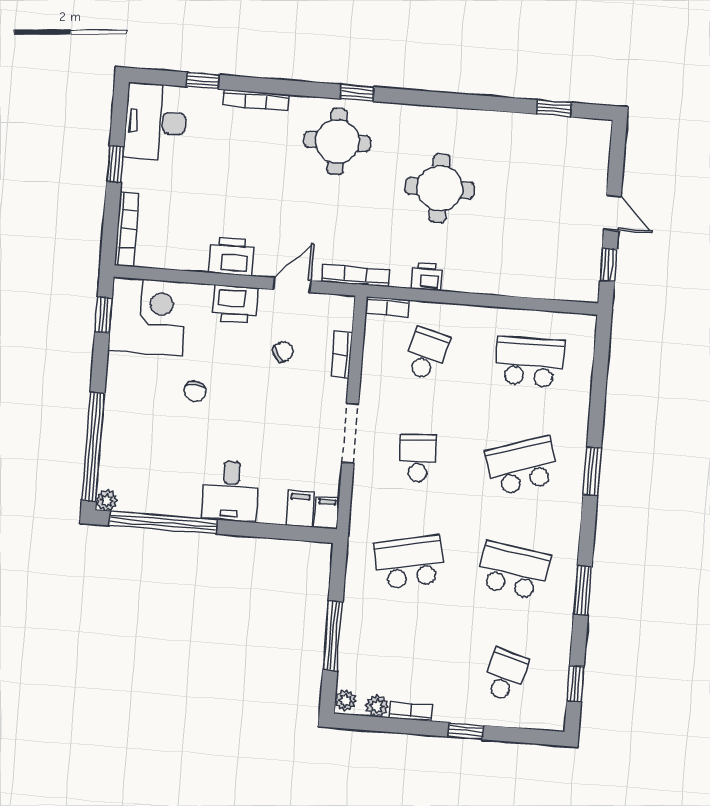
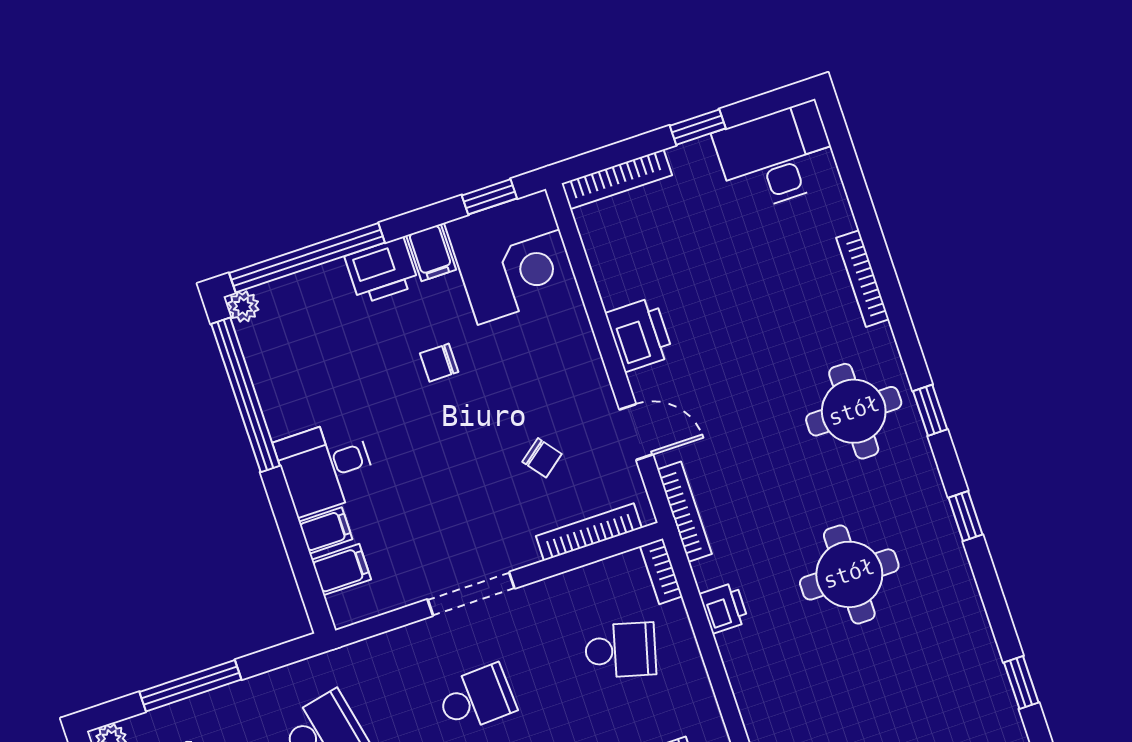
window: (203, 81) -> (966, 516), moved
printer: (235, 304) -> (382, 271), moved, turned -90
bookcase: (342, 355) -> (589, 532), width x1.56
filing cabinet: (123, 367) -> (431, 253), added
filing cabinet: (327, 513) -> (325, 531), moved

